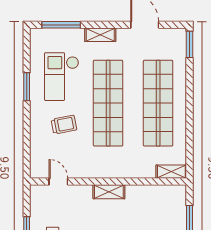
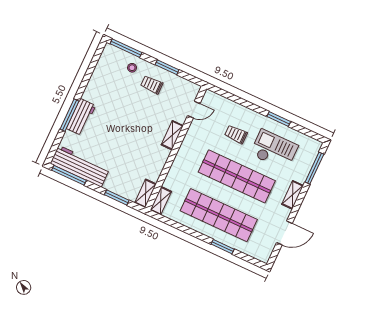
window: (190, 44) -> (223, 247), moved
trolley: (64, 125) -> (236, 134), turned 101
shelving: (109, 192) -> (172, 135), moved
shelving: (171, 192) -> (145, 193), added

